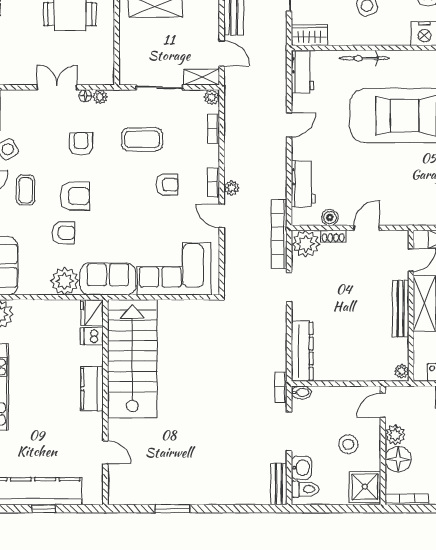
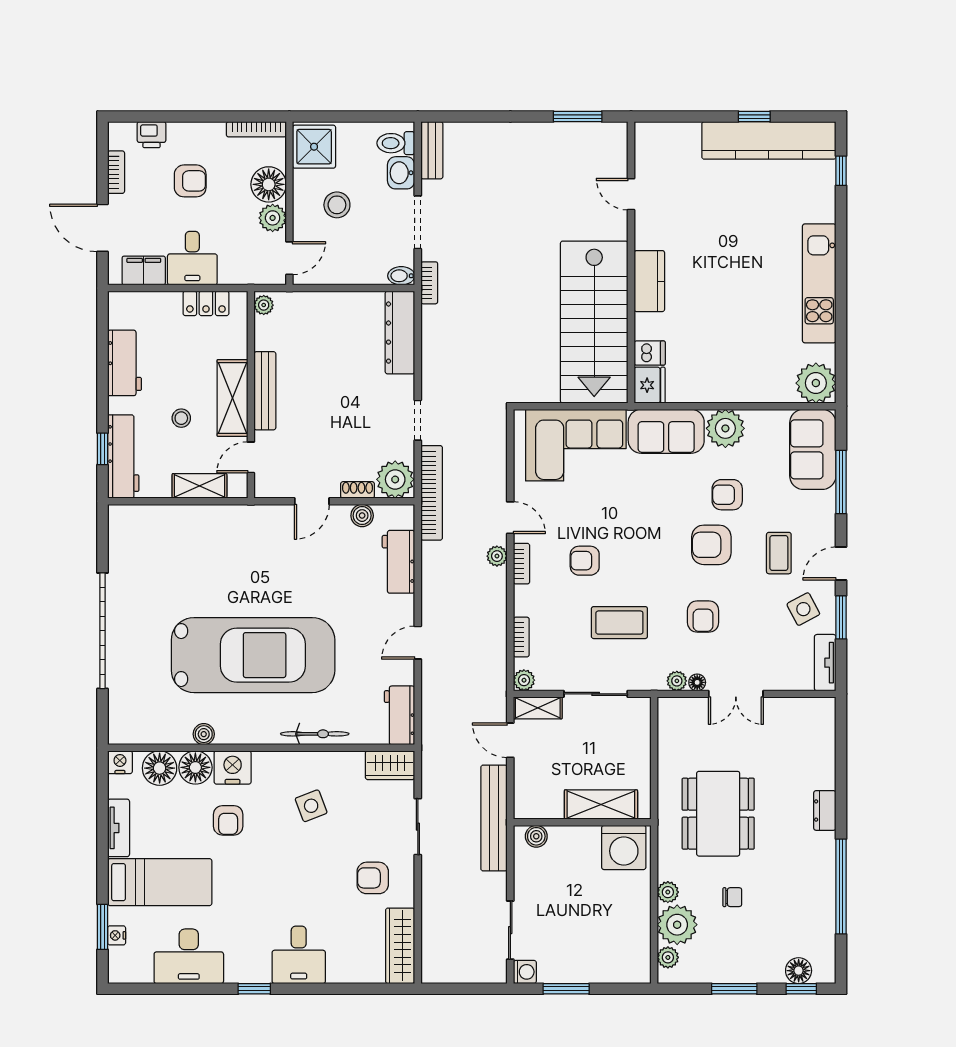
fridge: (92, 313) -> (650, 385), moved
dishwasher: (92, 336) -> (650, 353), moved
stairs: (132, 359) -> (594, 322), moved
kitchen counter: (92, 389) -> (649, 281), moved
wall: (105, 402) -> (631, 262), moved
door: (105, 452) -> (631, 194), moved

